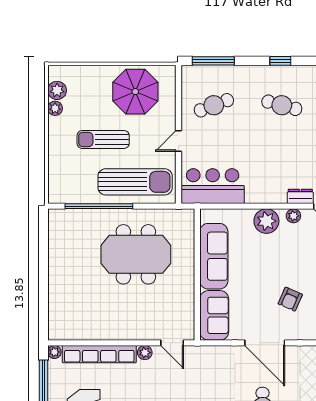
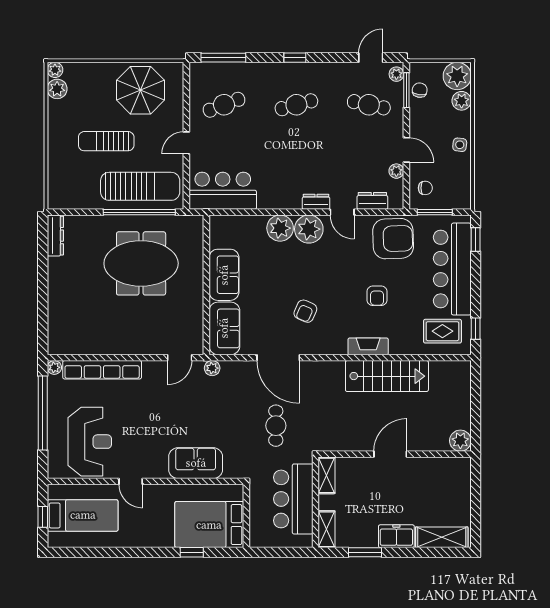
cafe table: (282, 105) -> (296, 105), turned -30
plant: (55, 108) -> (55, 70), moved
window: (99, 206) -> (139, 212), moved
plant: (293, 216) -> (309, 229), width x1.88, depth x1.88
dresser: (55, 228) -> (55, 236), added
sofa: (214, 256) -> (224, 275), width x0.73
door: (172, 343) -> (180, 358), hinge flipped
plant: (145, 353) -> (212, 368), moved

